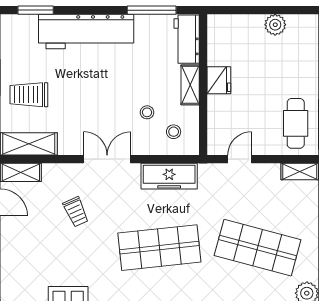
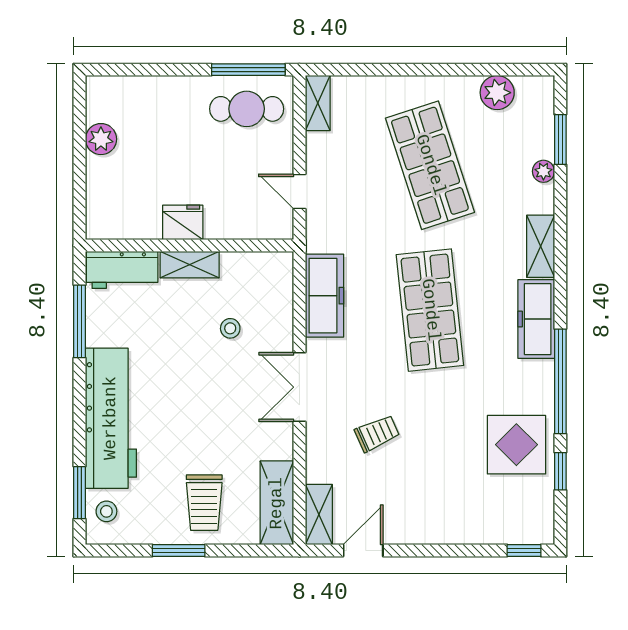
stool: (174, 132) -> (106, 511), moved
shop shelf: (258, 248) -> (430, 165), turned -33

